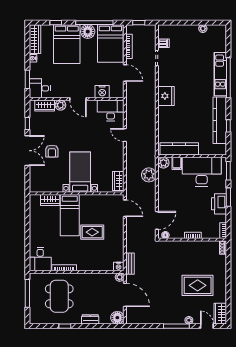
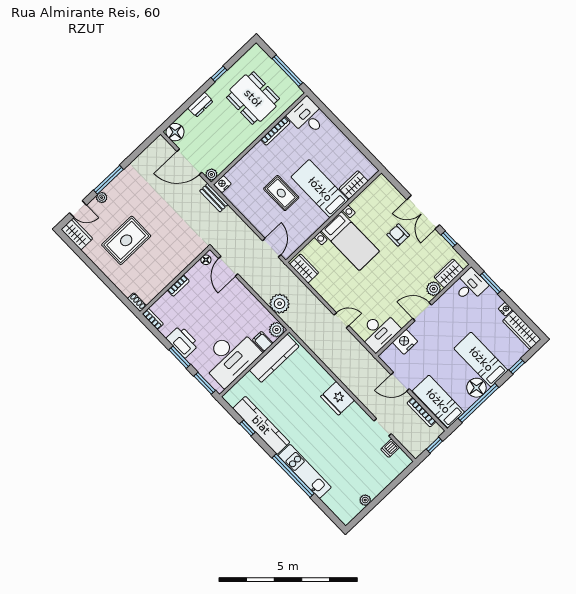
bed: (110, 43) -> (438, 401), width x0.67
bed: (67, 44) -> (481, 359), width x0.67
door: (125, 208) -> (272, 248), swing flipped
rug: (92, 232) -> (281, 193), turned 90

